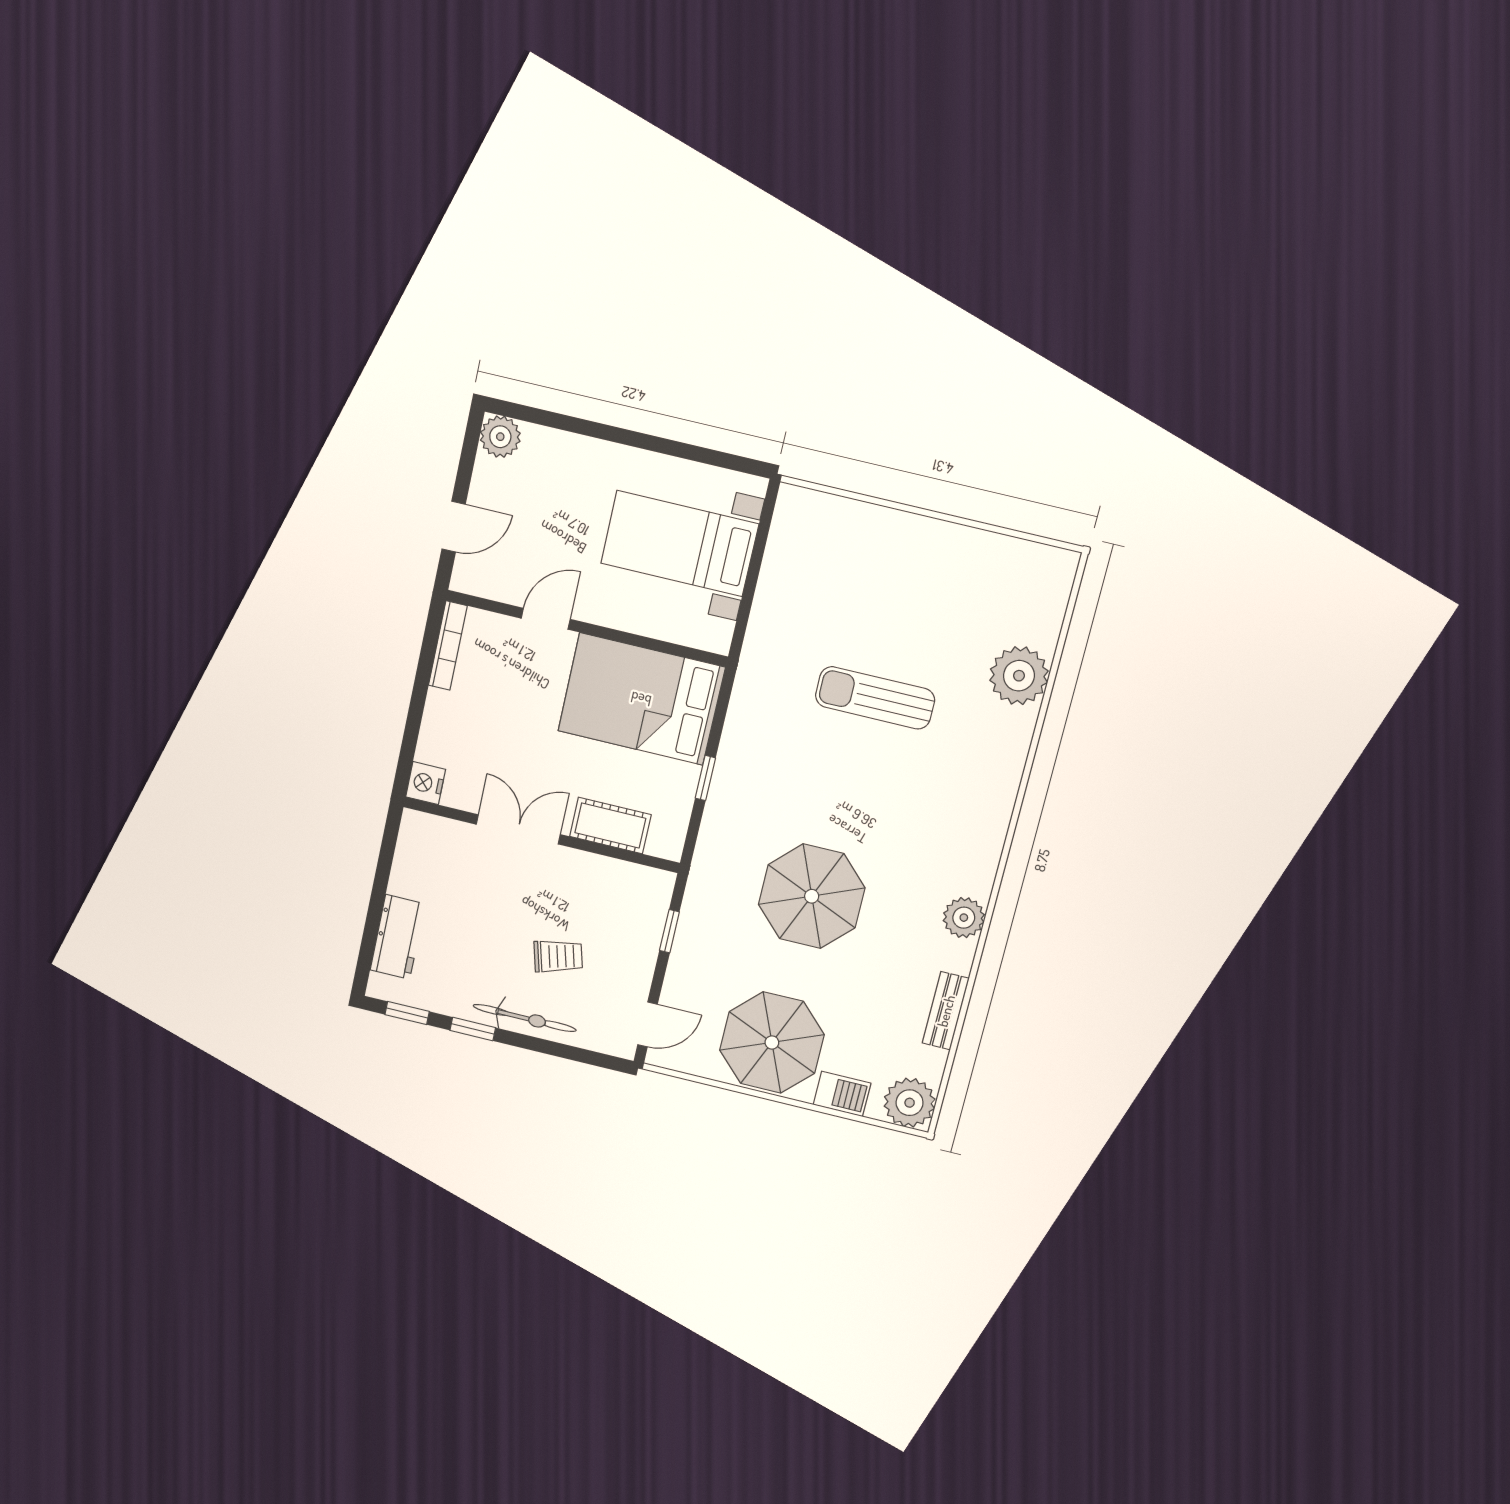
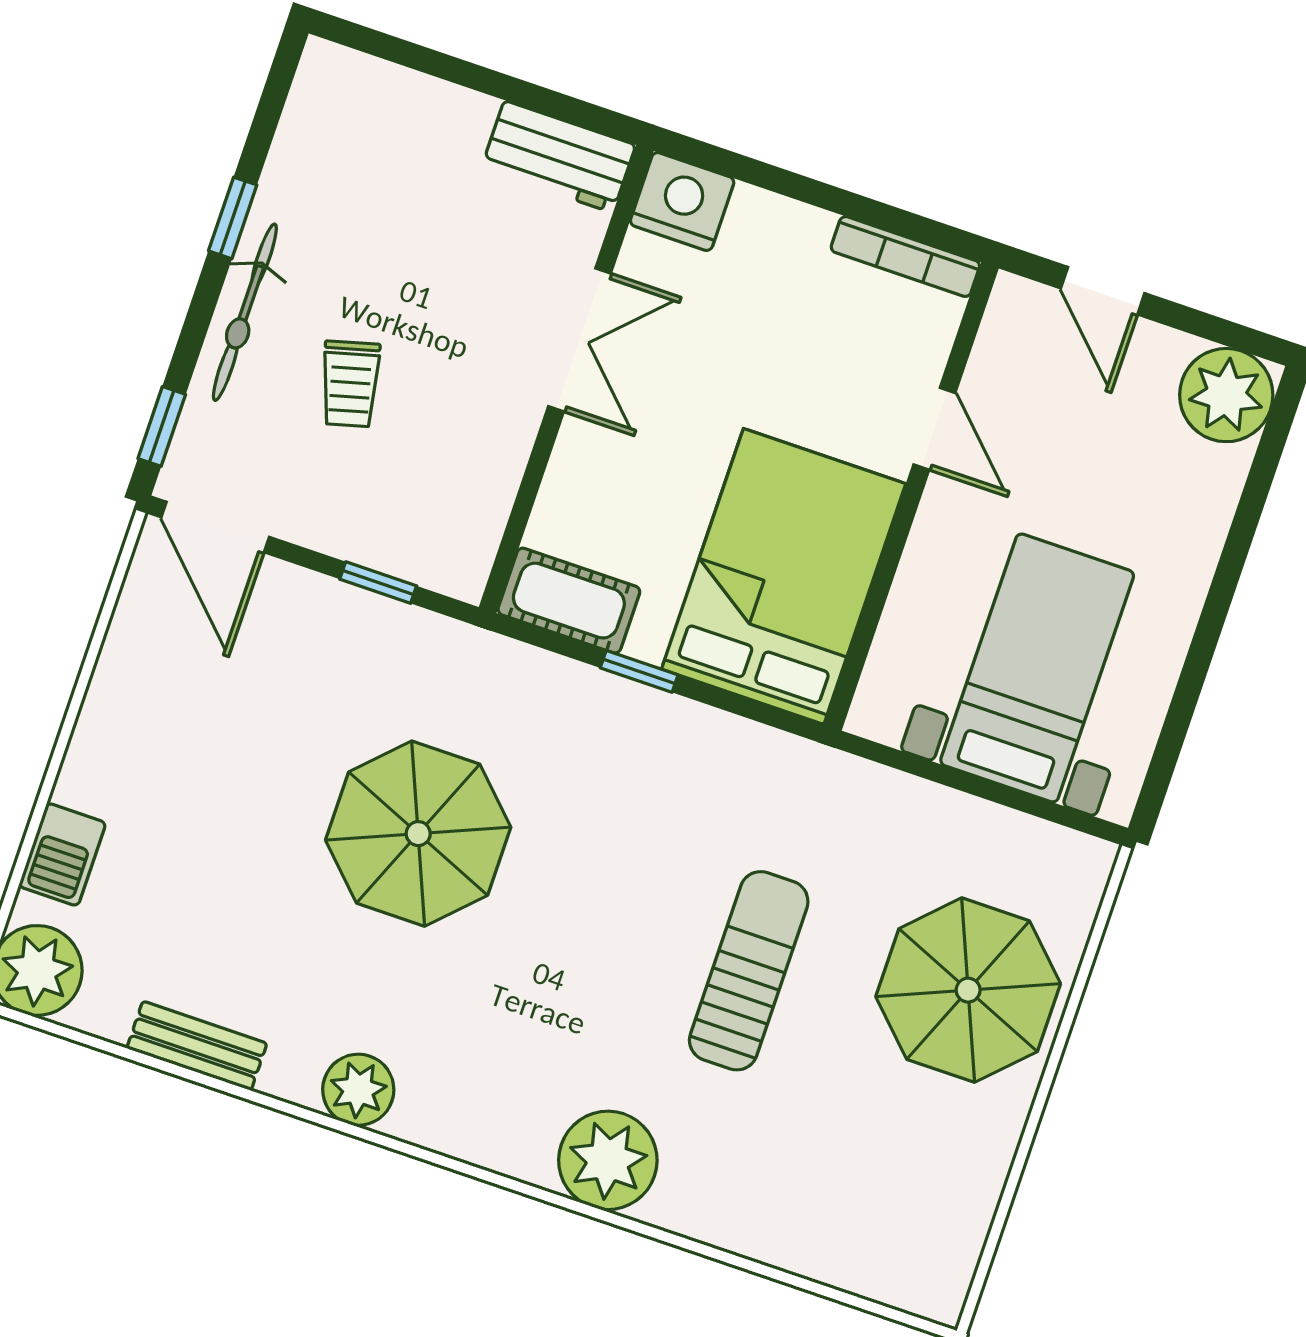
plant: (500, 437) -> (1226, 395), width x1.36, depth x1.36
plant: (1019, 676) -> (608, 1160), moved
nightstand: (426, 783) -> (682, 202), width x1.36, depth x1.33
cot: (610, 825) -> (569, 601), moved, turned 90
workbench: (398, 937) -> (559, 157), moved
window: (407, 1013) -> (162, 426), moved
door: (648, 1024) -> (215, 527), width x1.38
parasol: (772, 1042) -> (968, 990), moved

